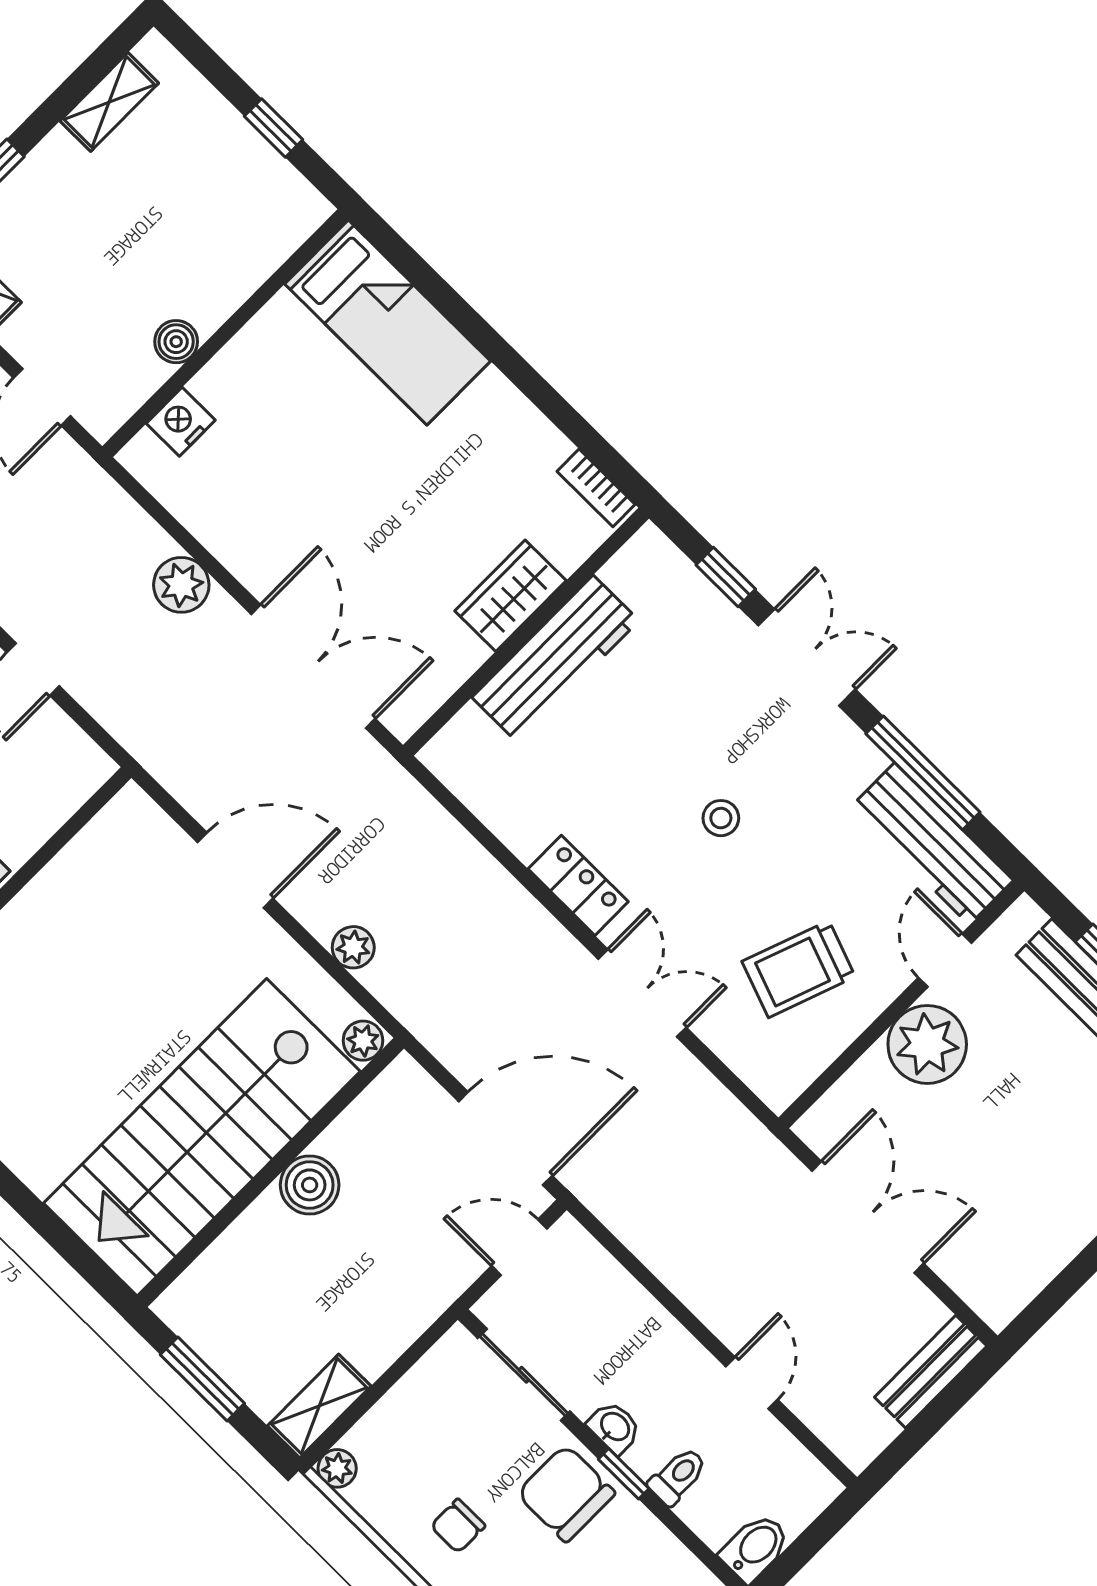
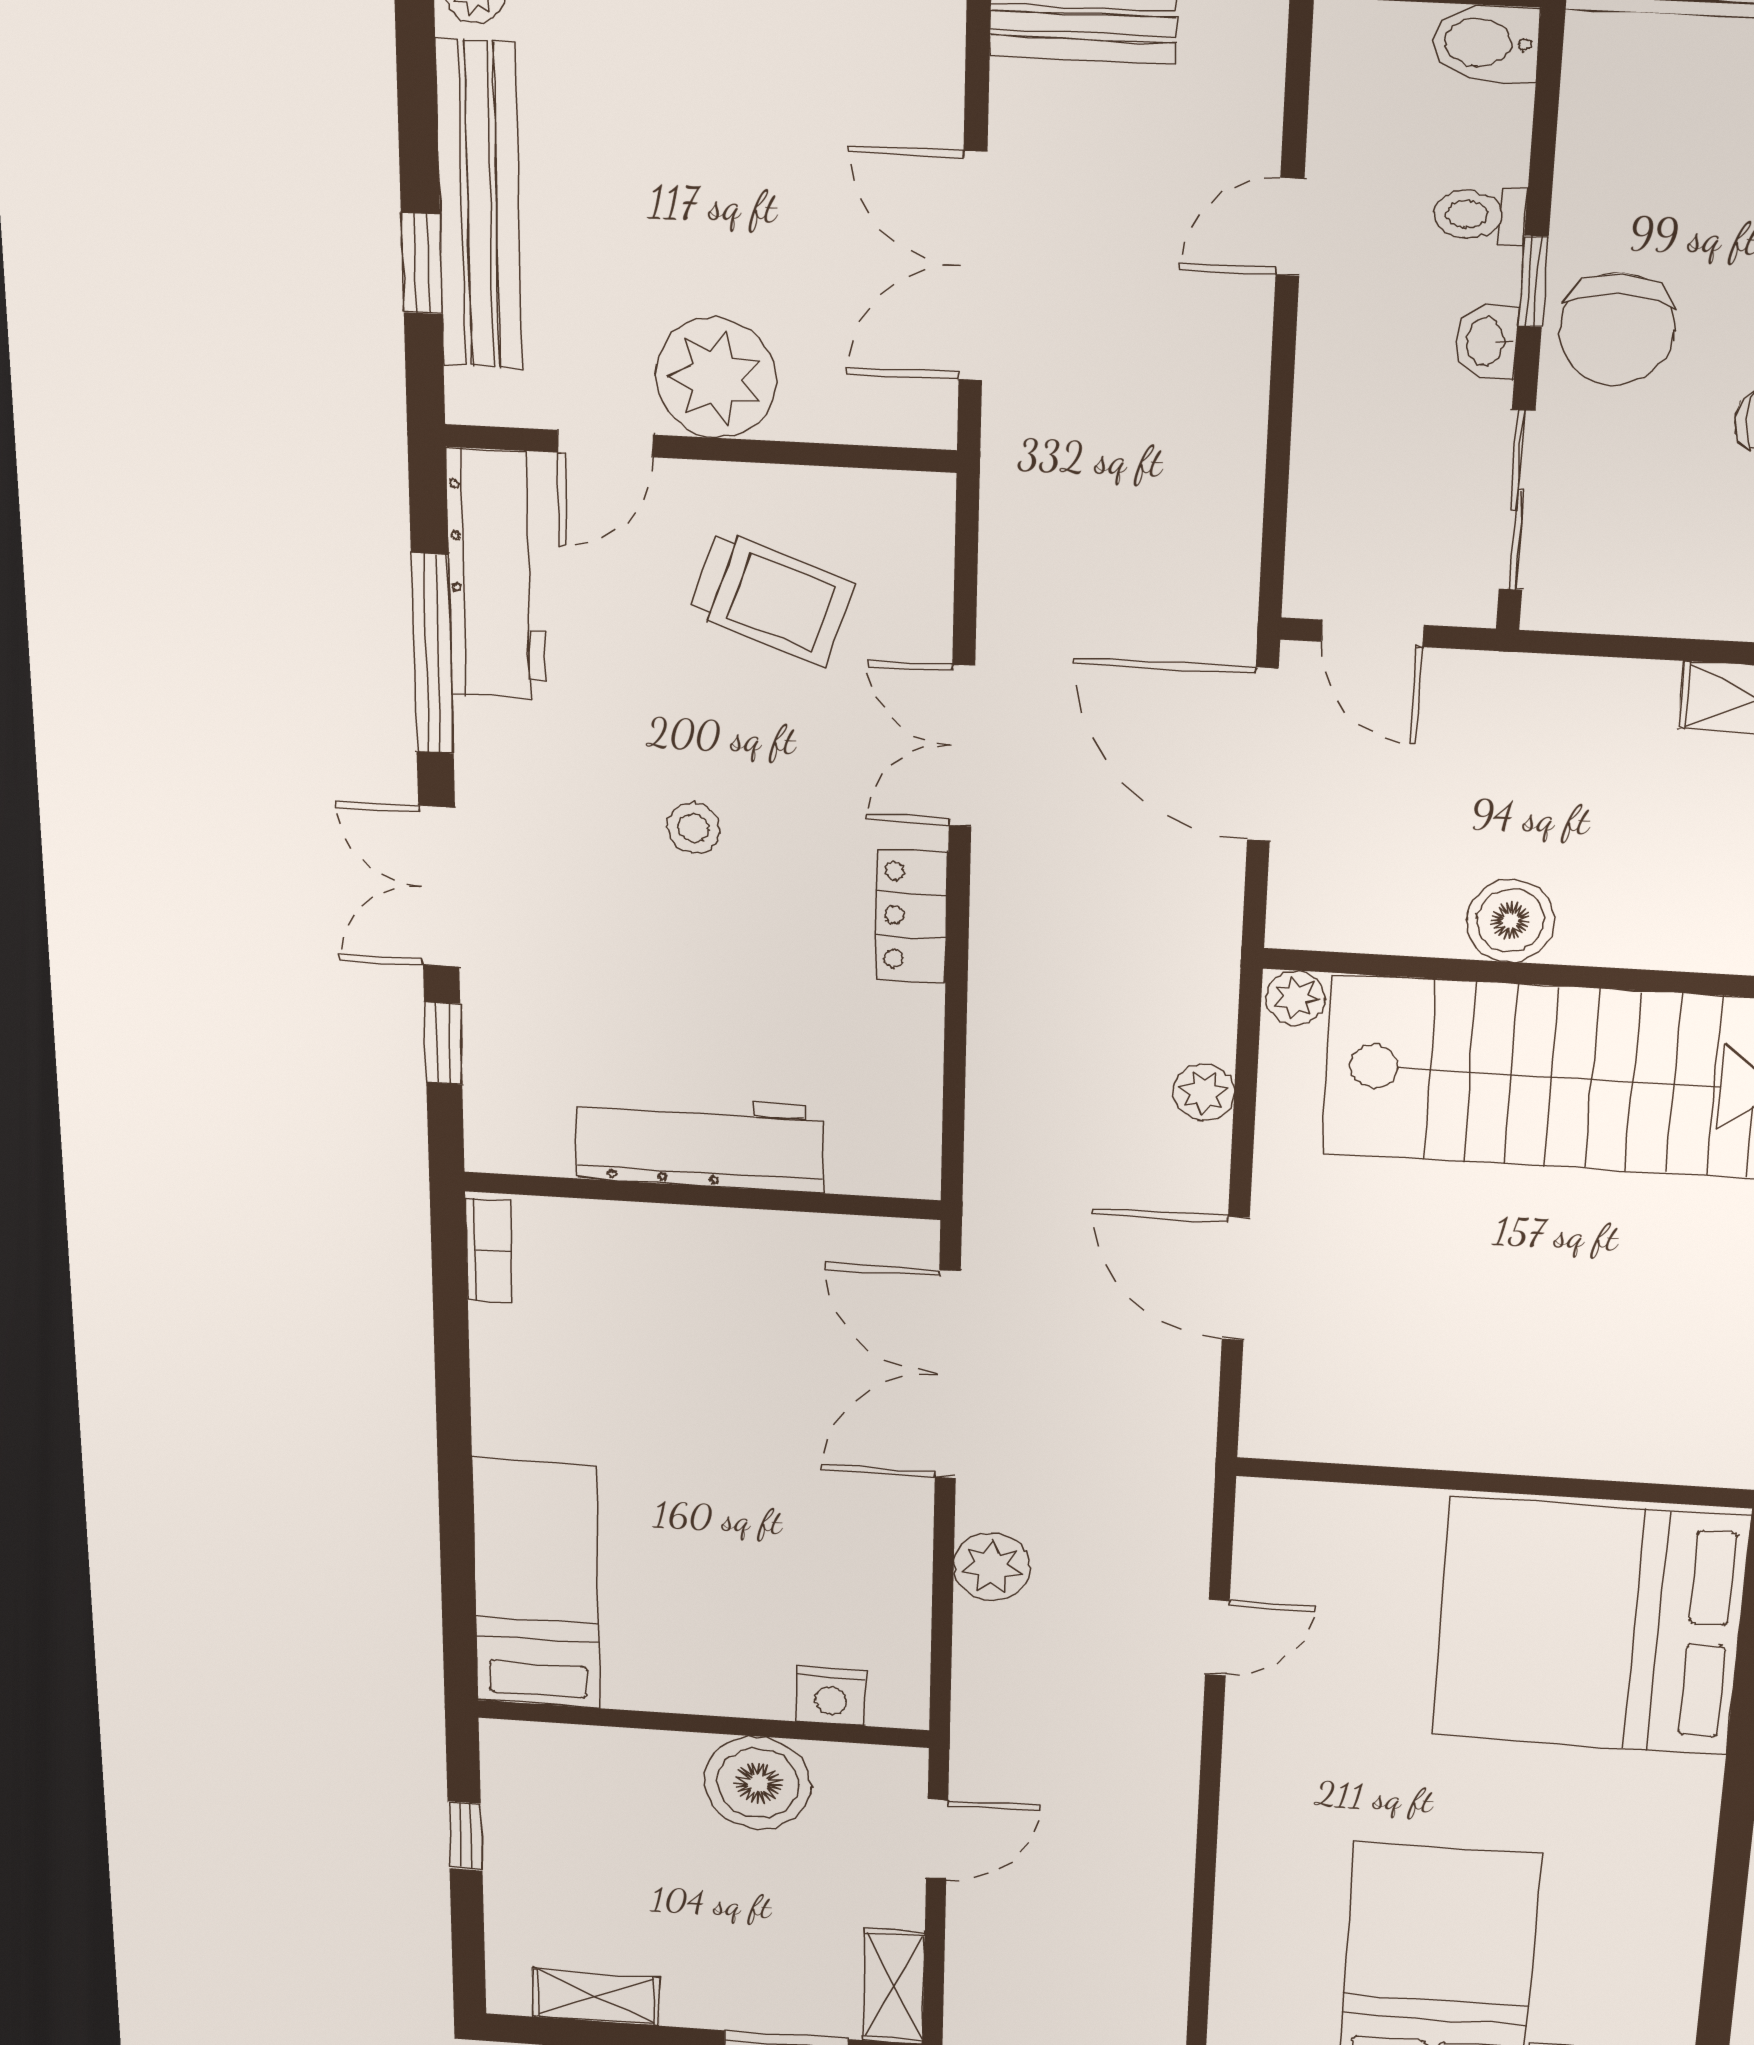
boiler: (176, 342) -> (758, 1783), width x1.86, depth x1.86
wardrobe: (510, 596) -> (681, 1242), removed

